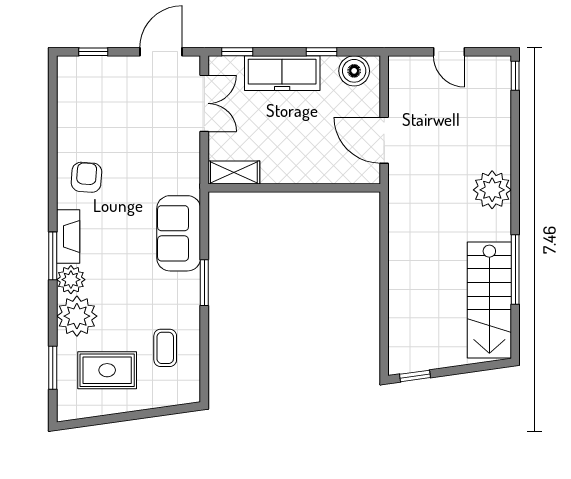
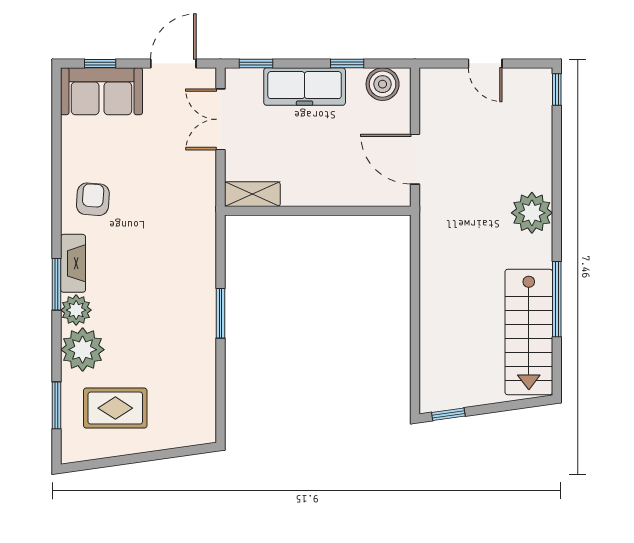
double door: (204, 103) -> (220, 119), swing flipped
sofa: (179, 233) -> (101, 91), moved, turned -90
coffee table: (165, 348) -> (178, 384), removed

